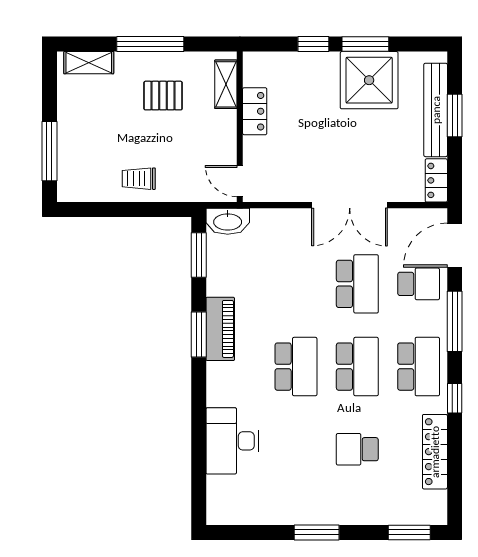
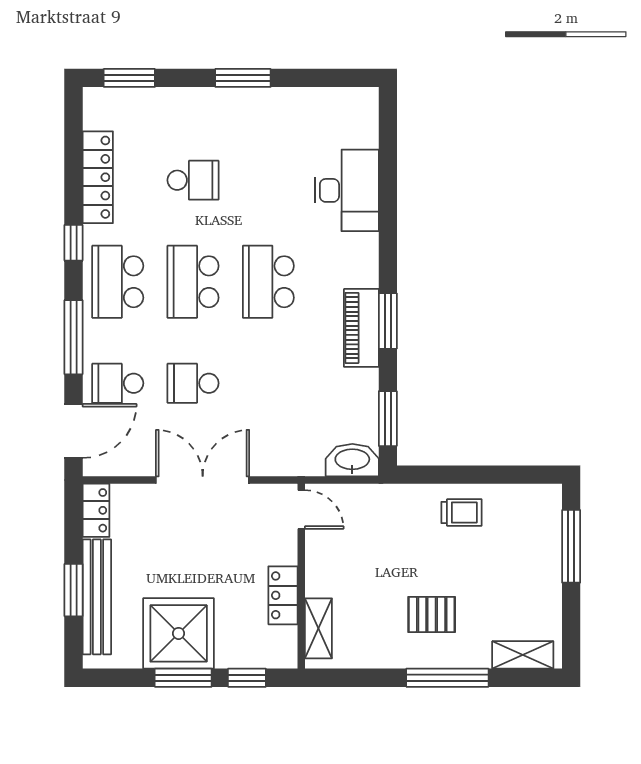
shelving: (226, 84) -> (318, 628), moved
locker: (255, 111) -> (283, 595), moved
wall: (240, 127) -> (301, 576), moved
door: (240, 181) -> (301, 510), moved
school desk: (357, 284) -> (193, 383), width x0.54

